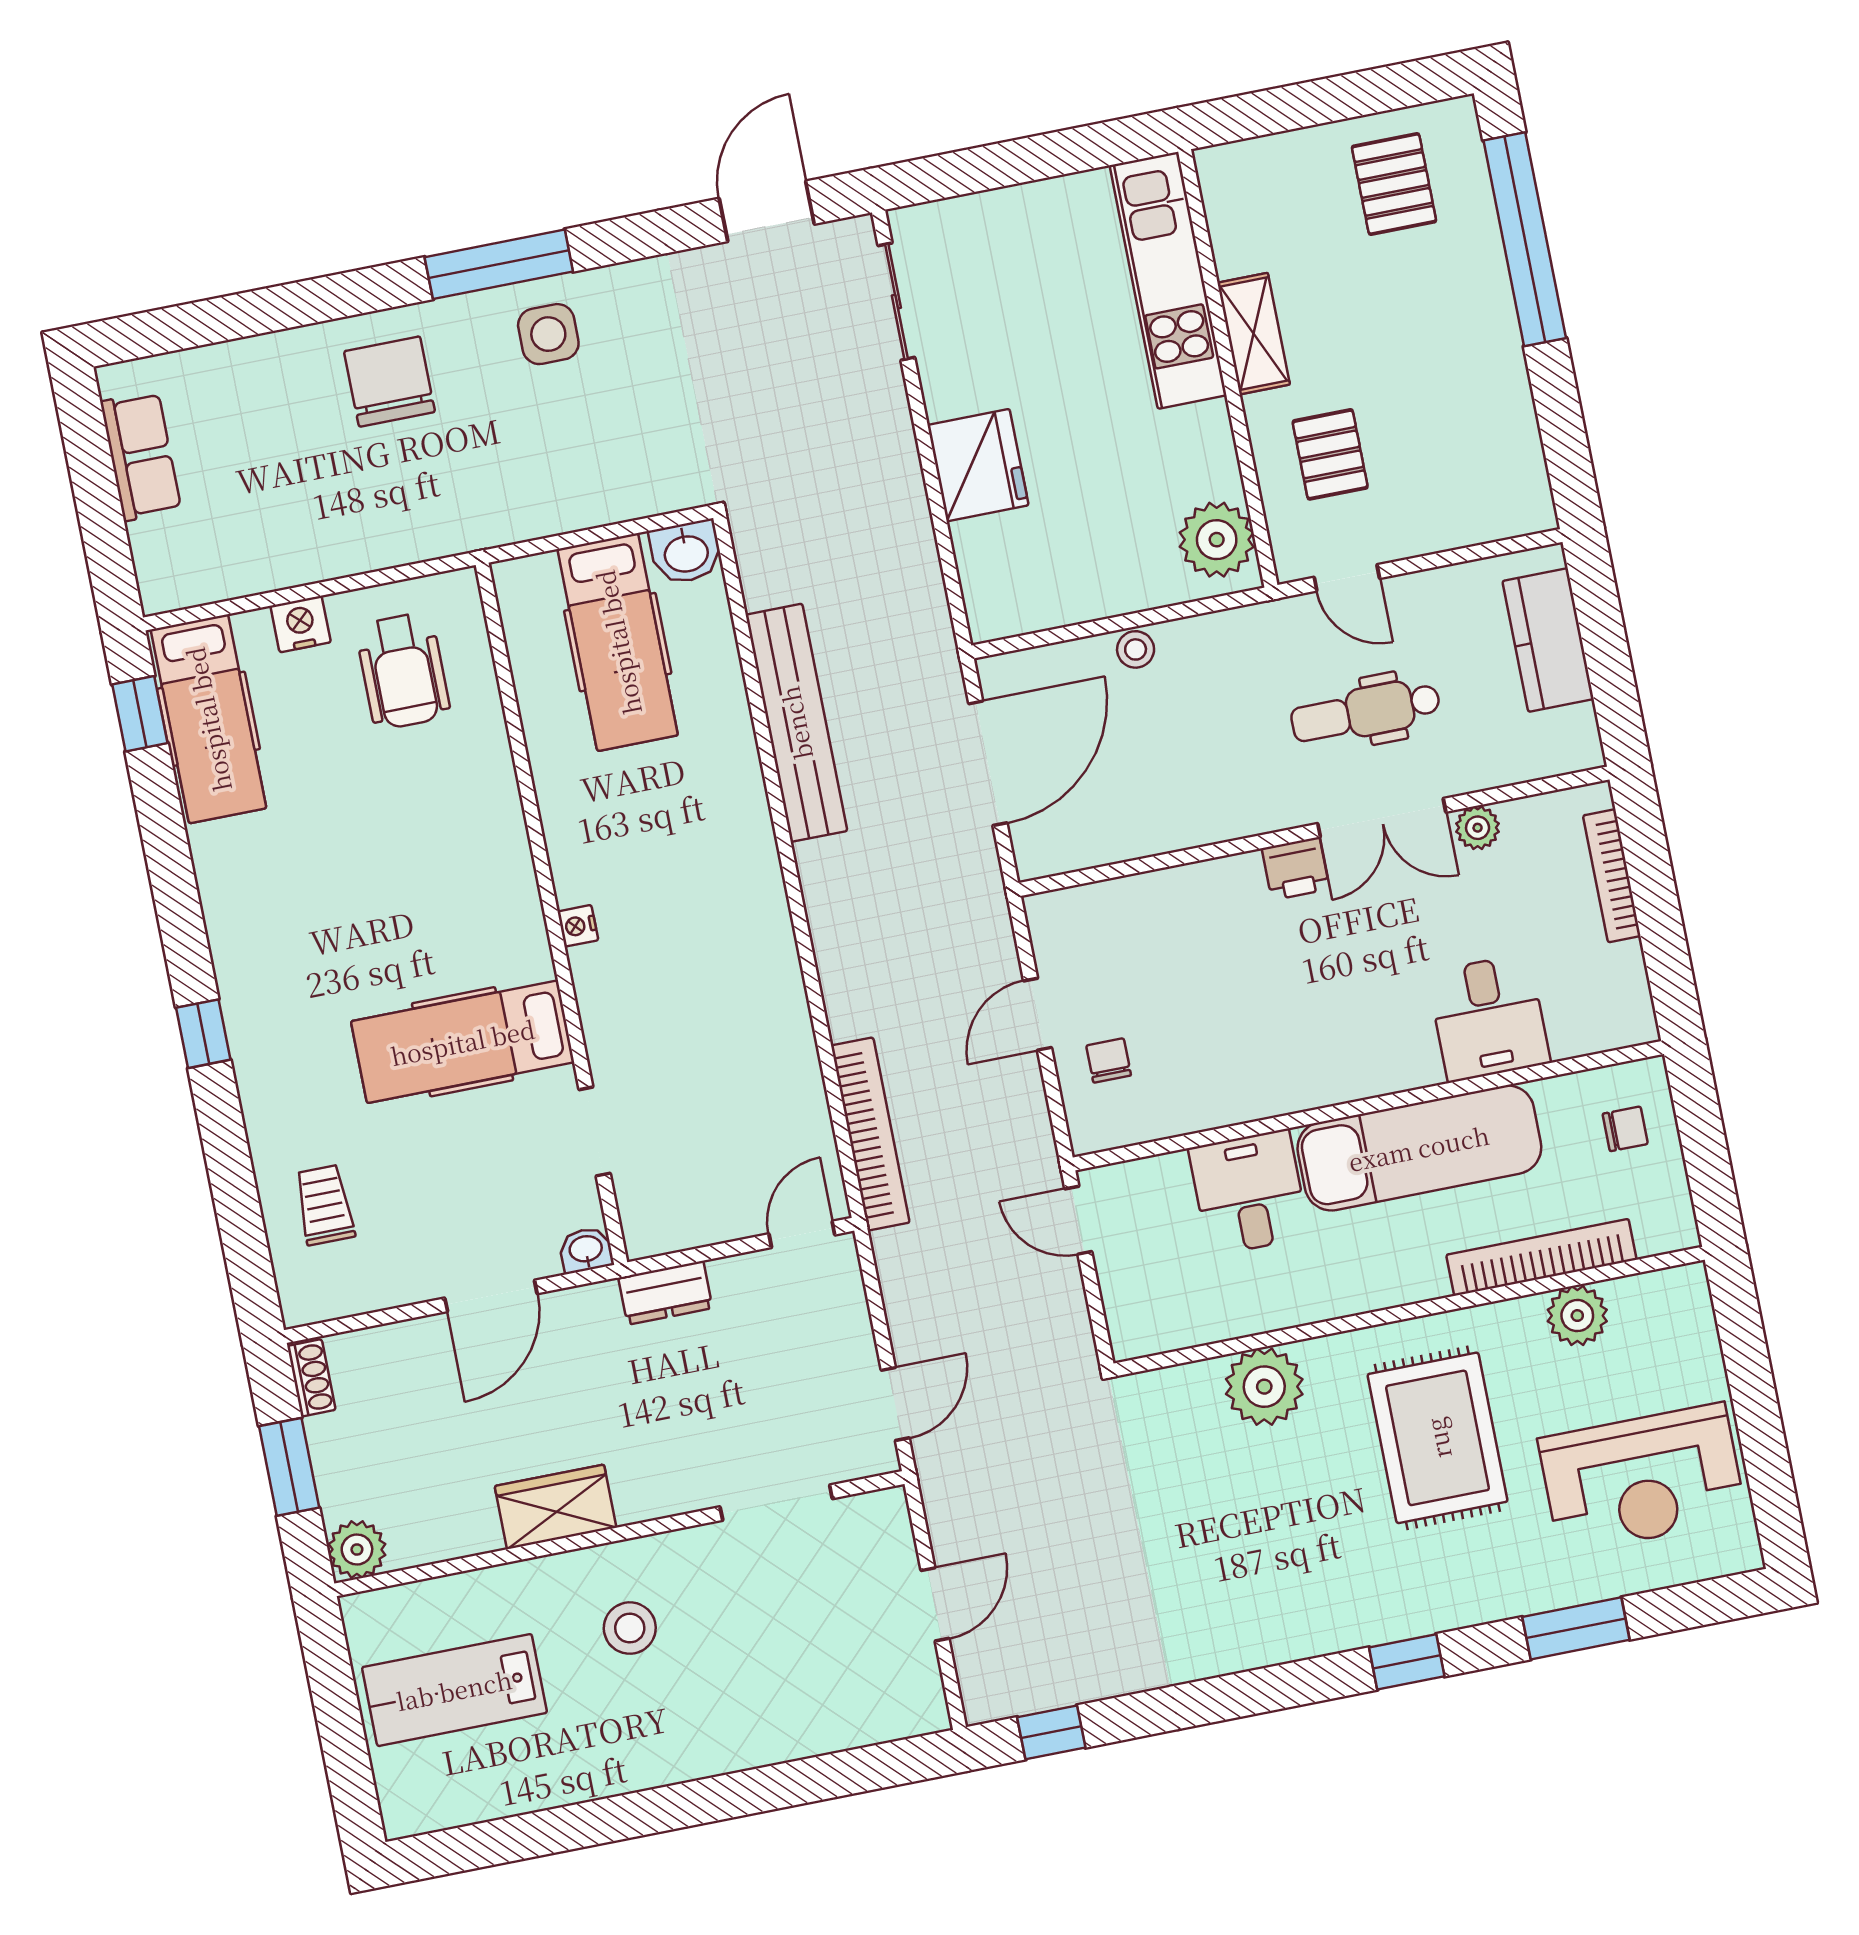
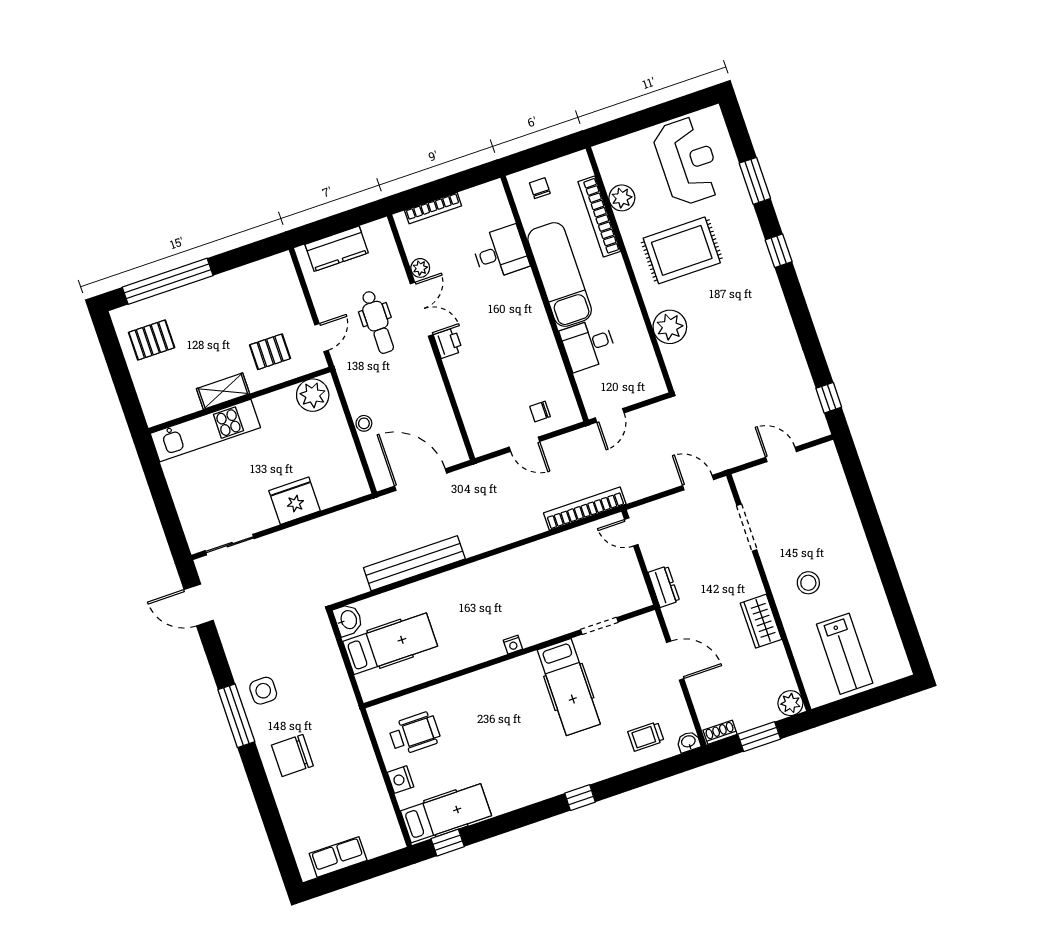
washbasin: (586, 1250) -> (688, 742), moved, turned 90

